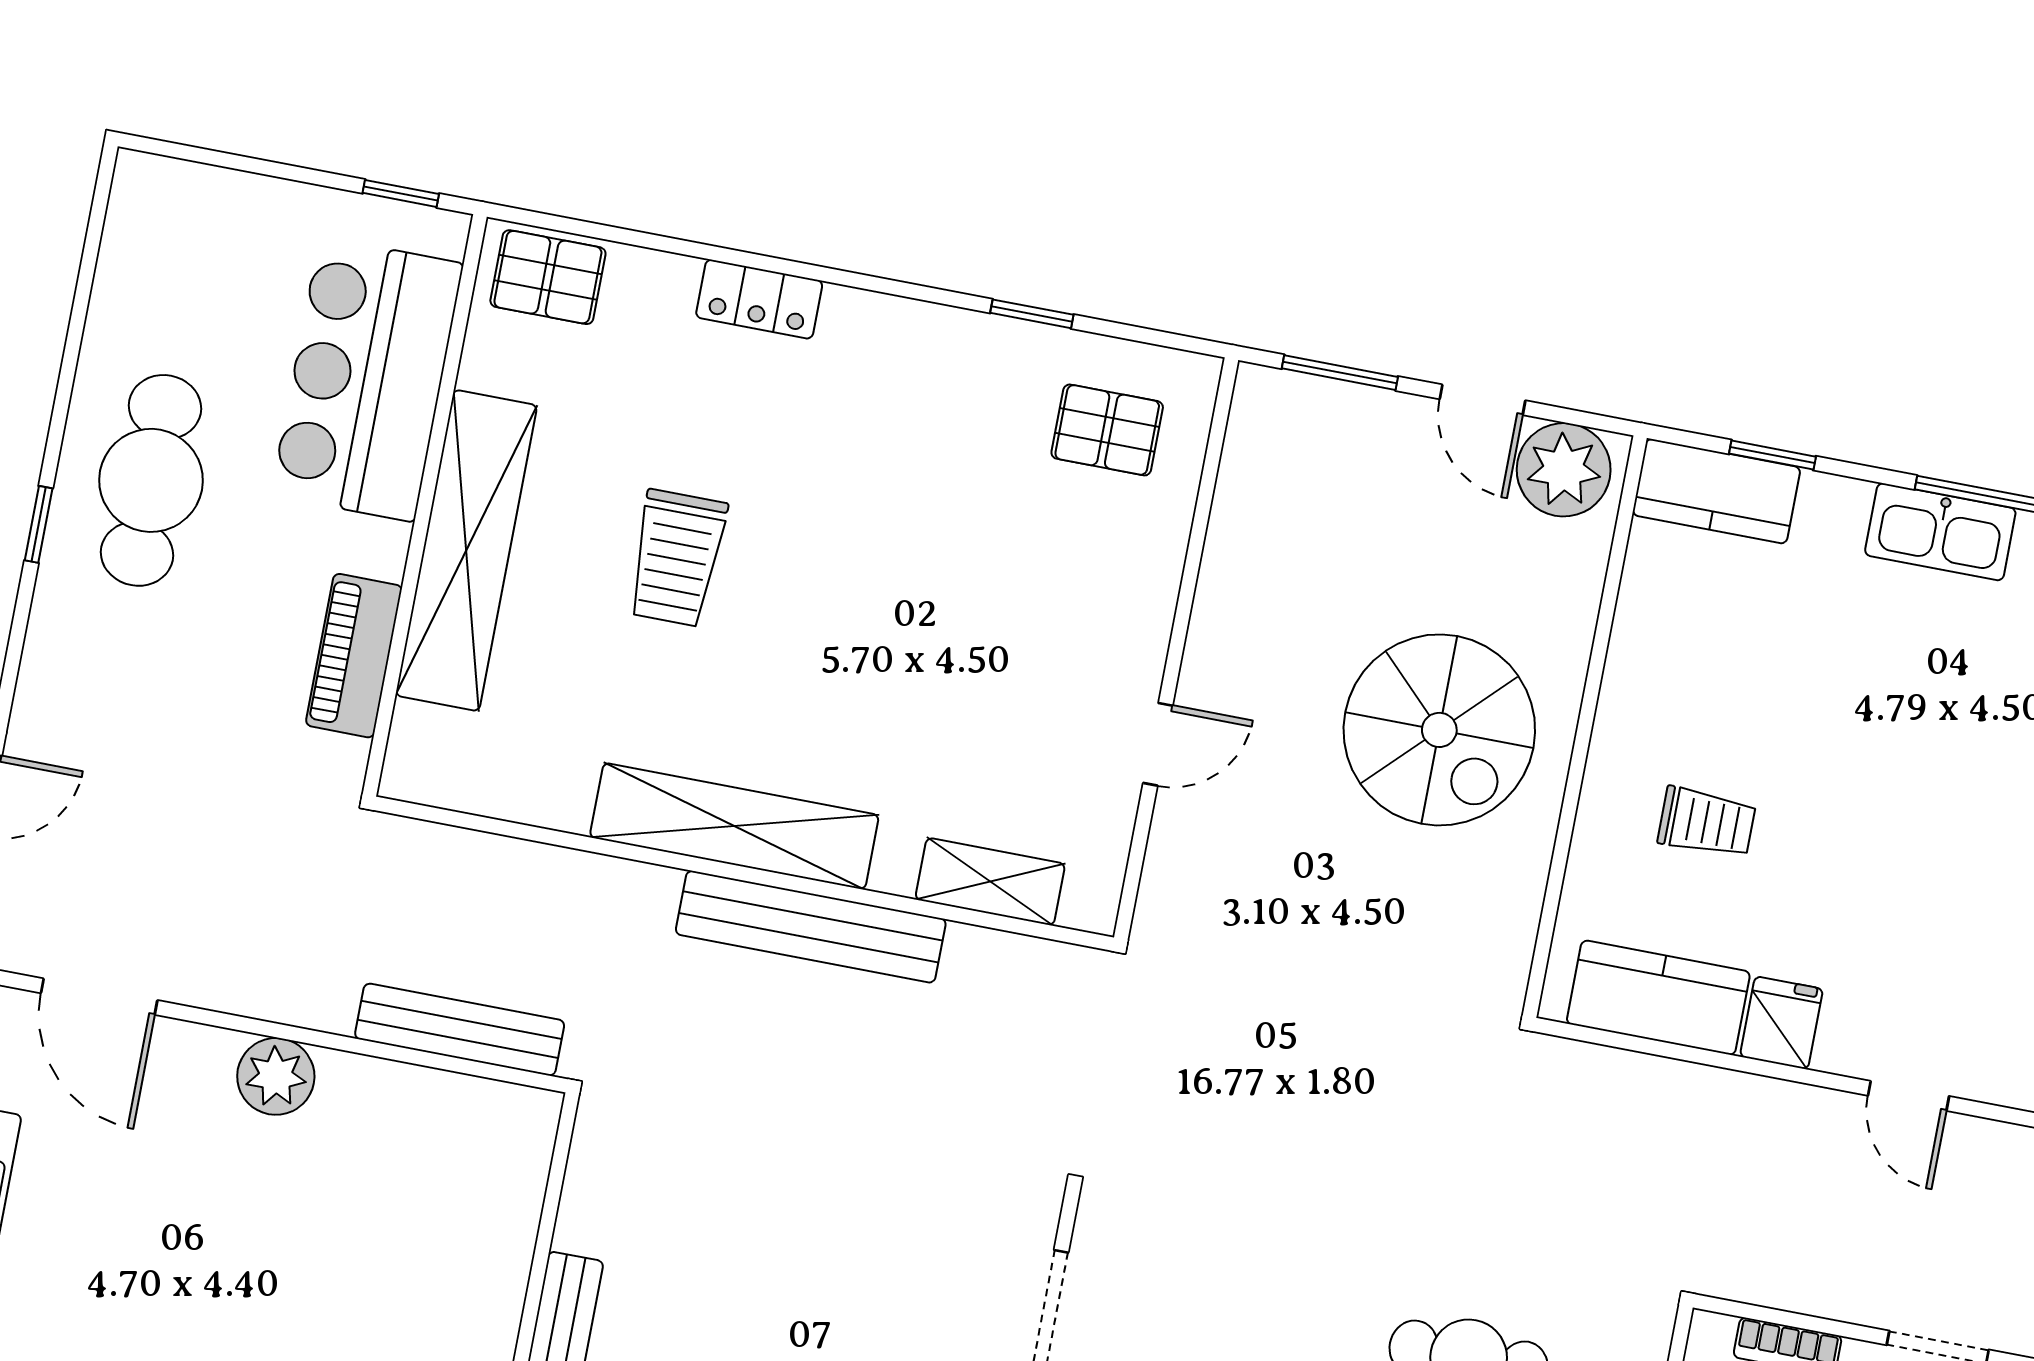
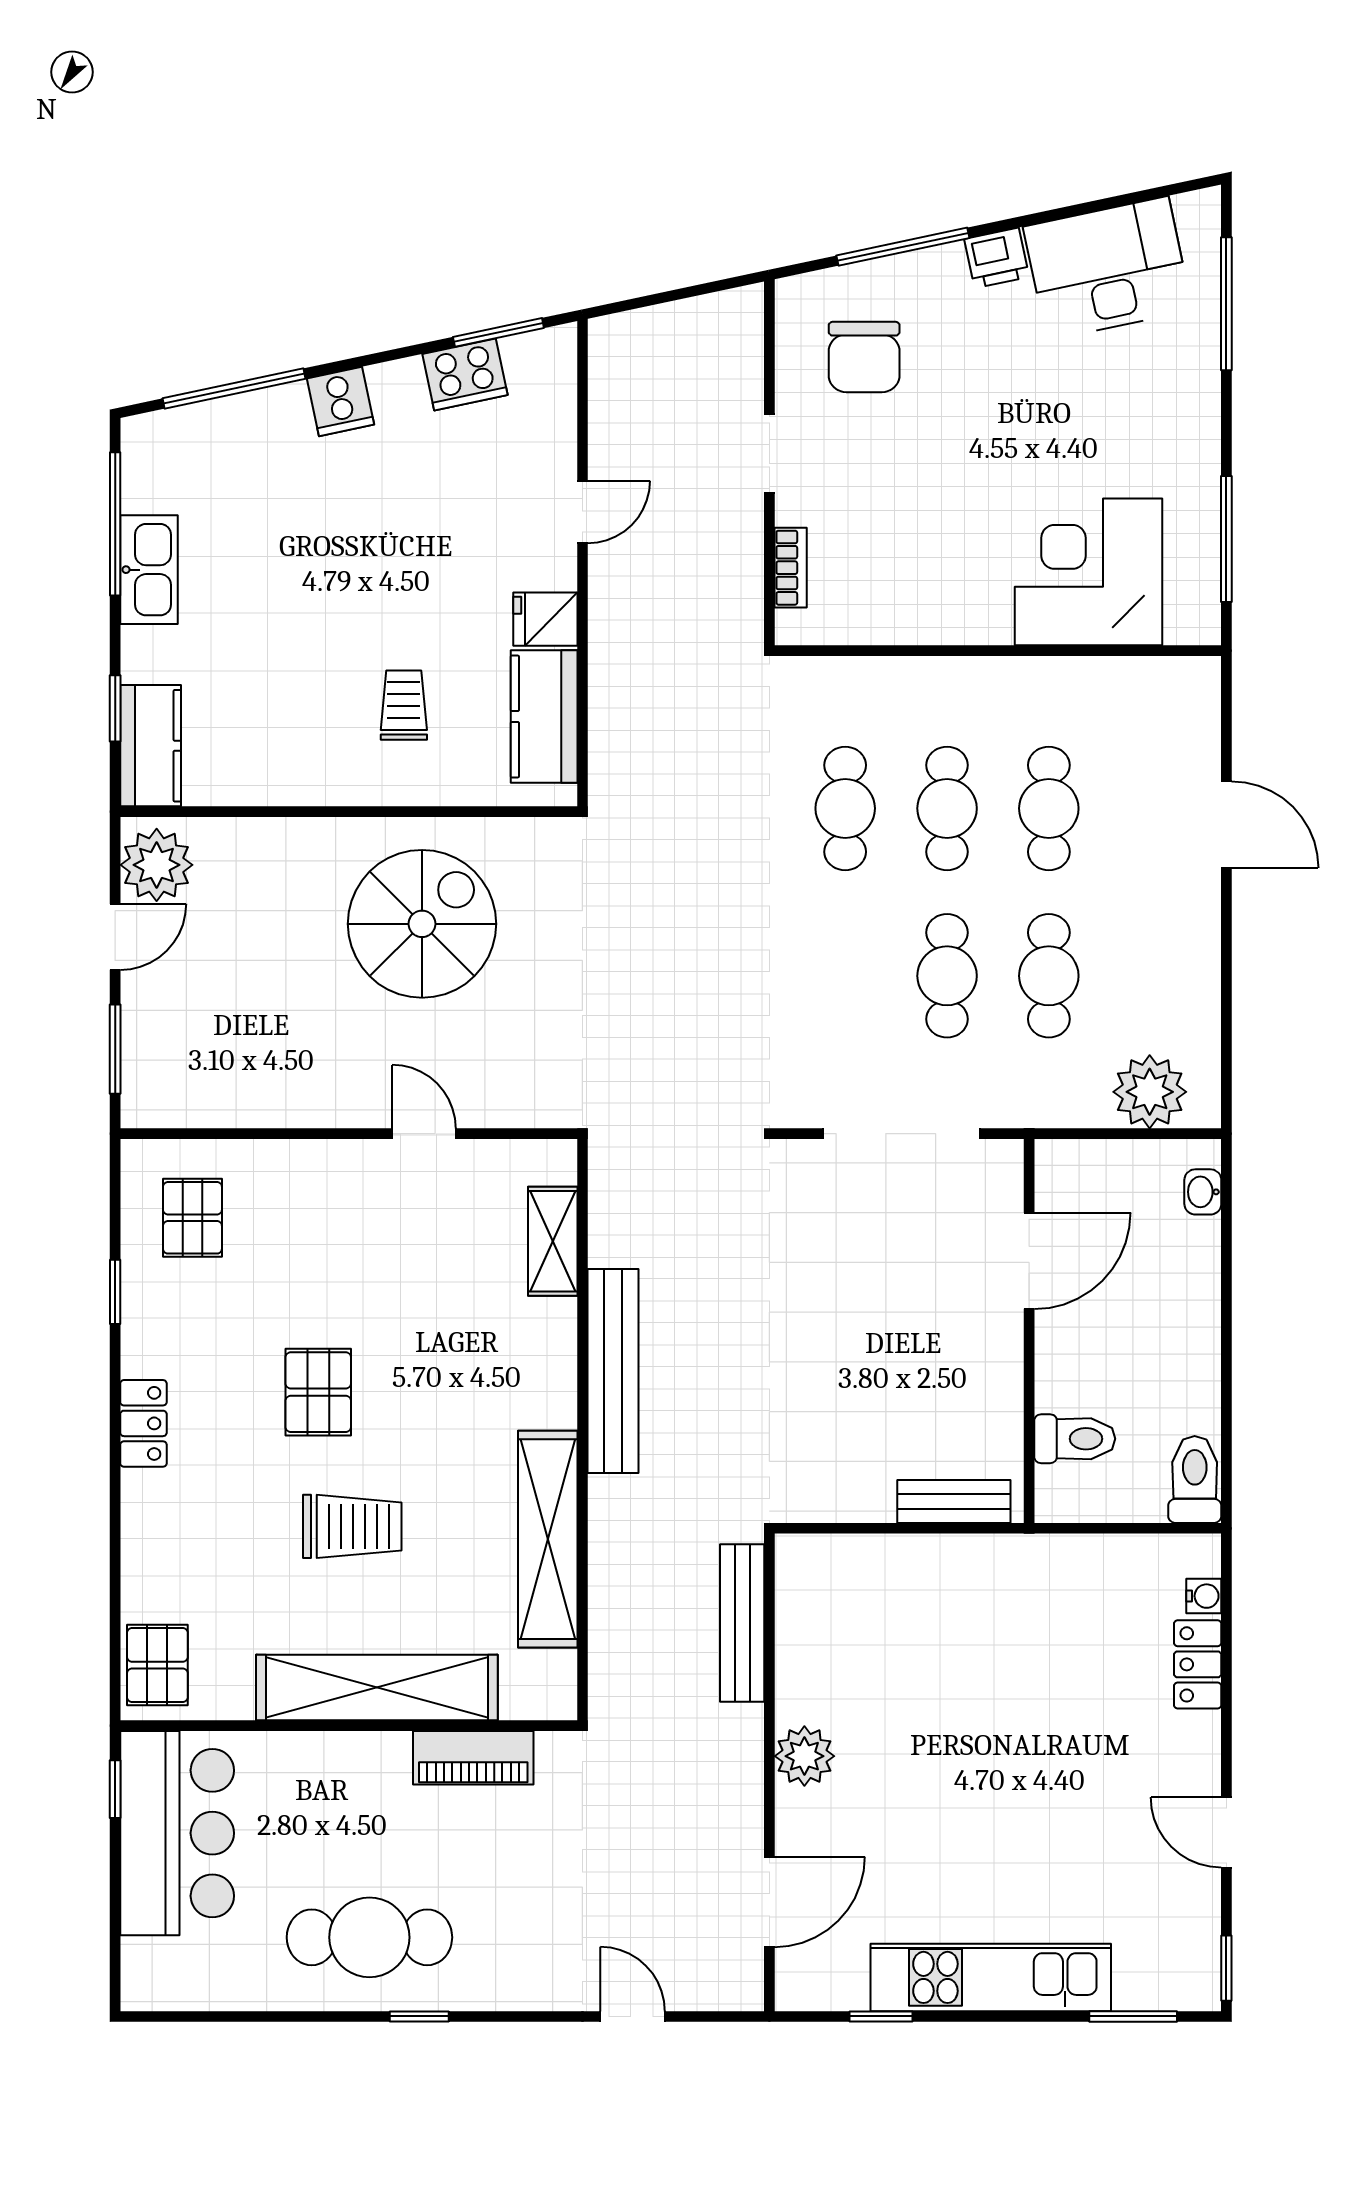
locker: (759, 299) -> (143, 1423), moved
bar counter: (367, 379) -> (177, 1833), moved, turned -90
pallet: (855, 547) -> (318, 1392), added
spiral stairs: (1439, 730) -> (422, 924), moved
shelving: (734, 826) -> (548, 1539), moved

